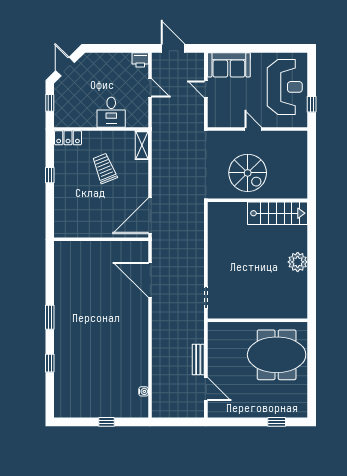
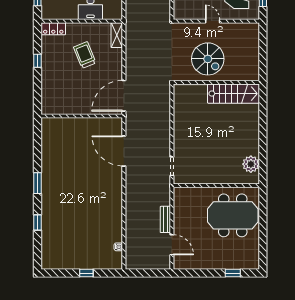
plant: (298, 262) -> (251, 164), moved

